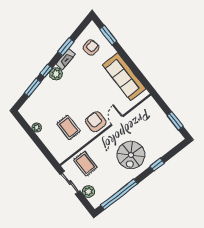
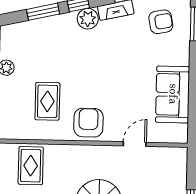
sofa: (124, 77) -> (173, 94), width x0.73
door: (117, 120) -> (135, 144), moved

